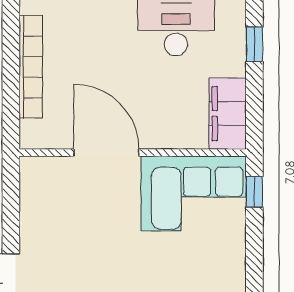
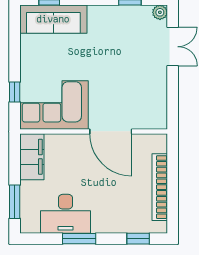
window: (254, 44) -> (15, 202), width x1.50
window: (254, 192) -> (15, 92), moved

